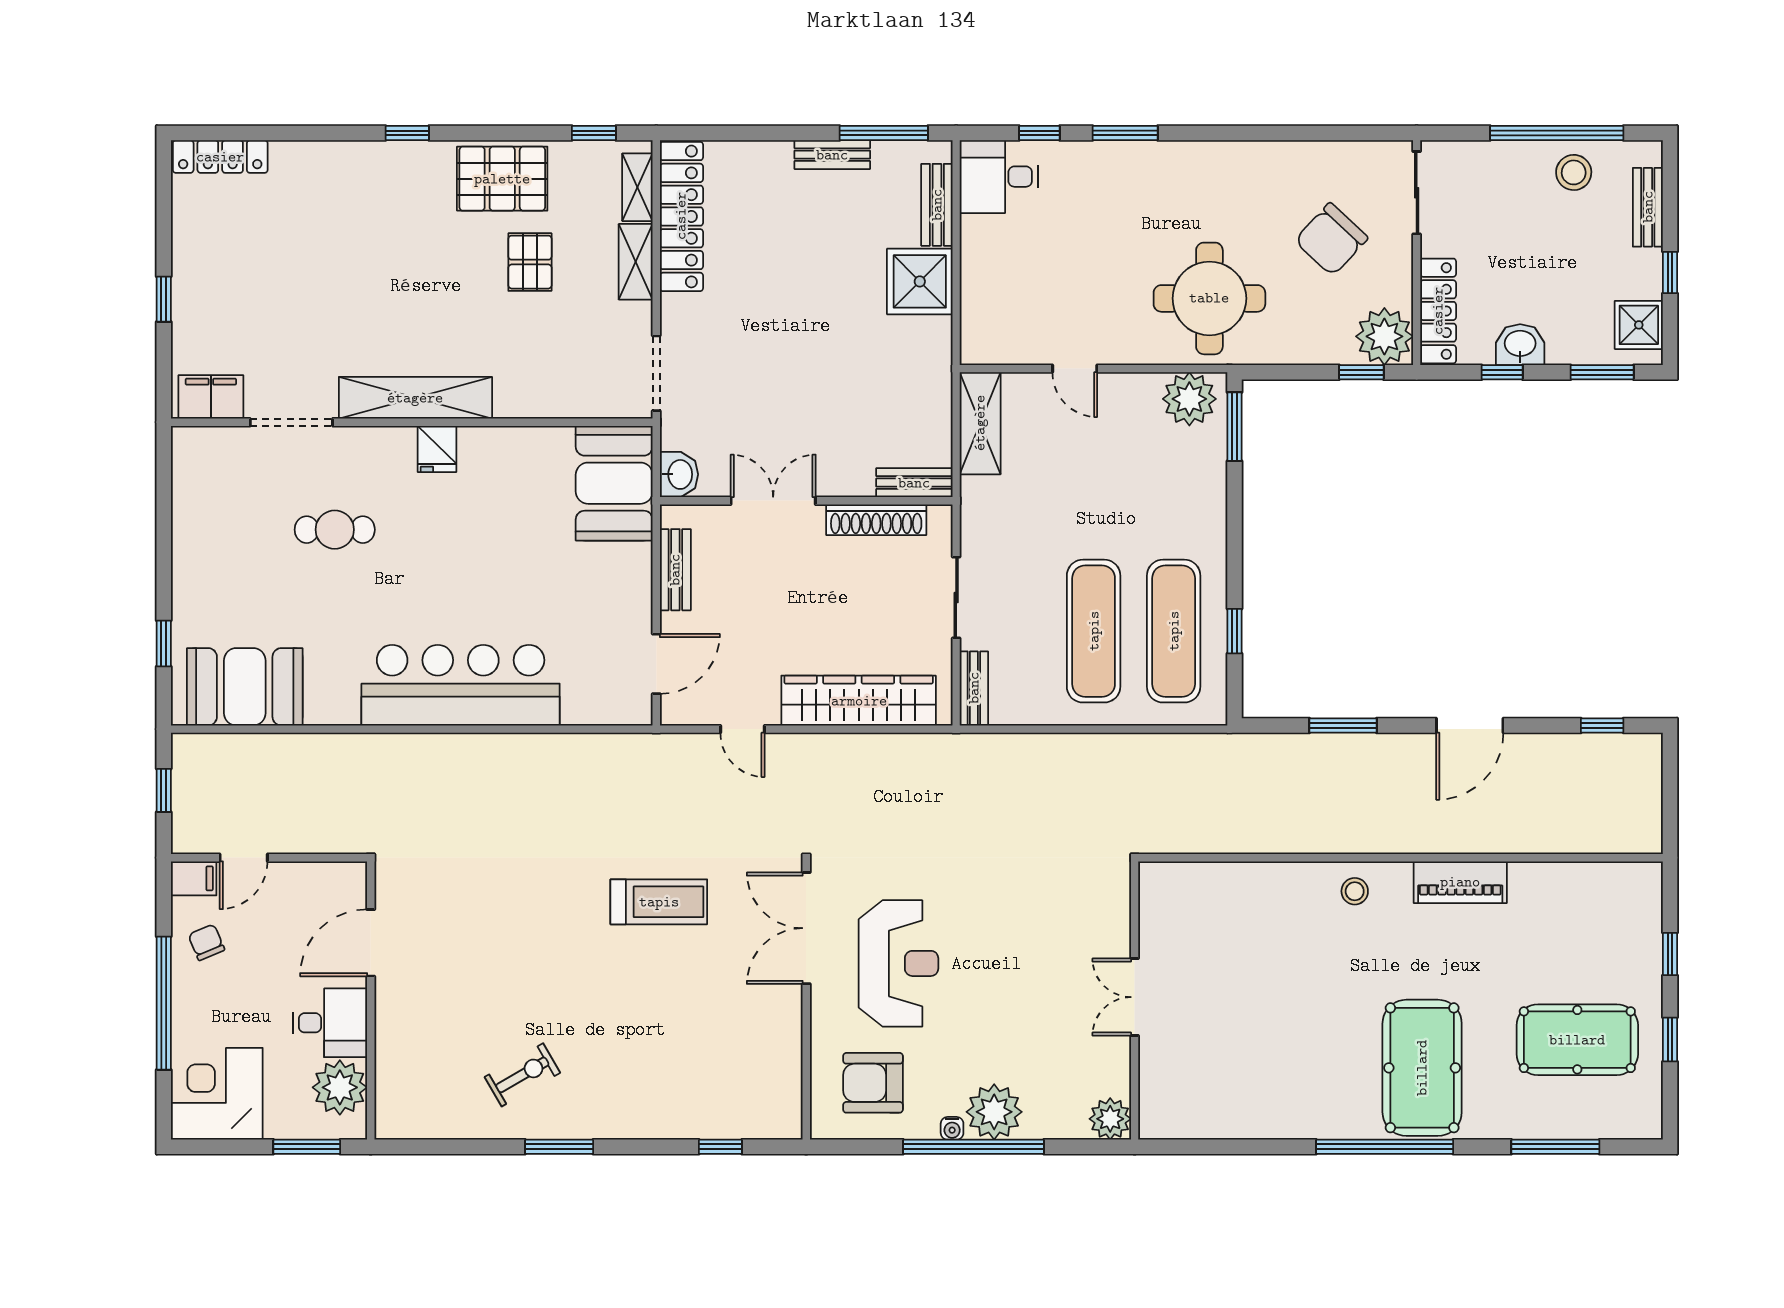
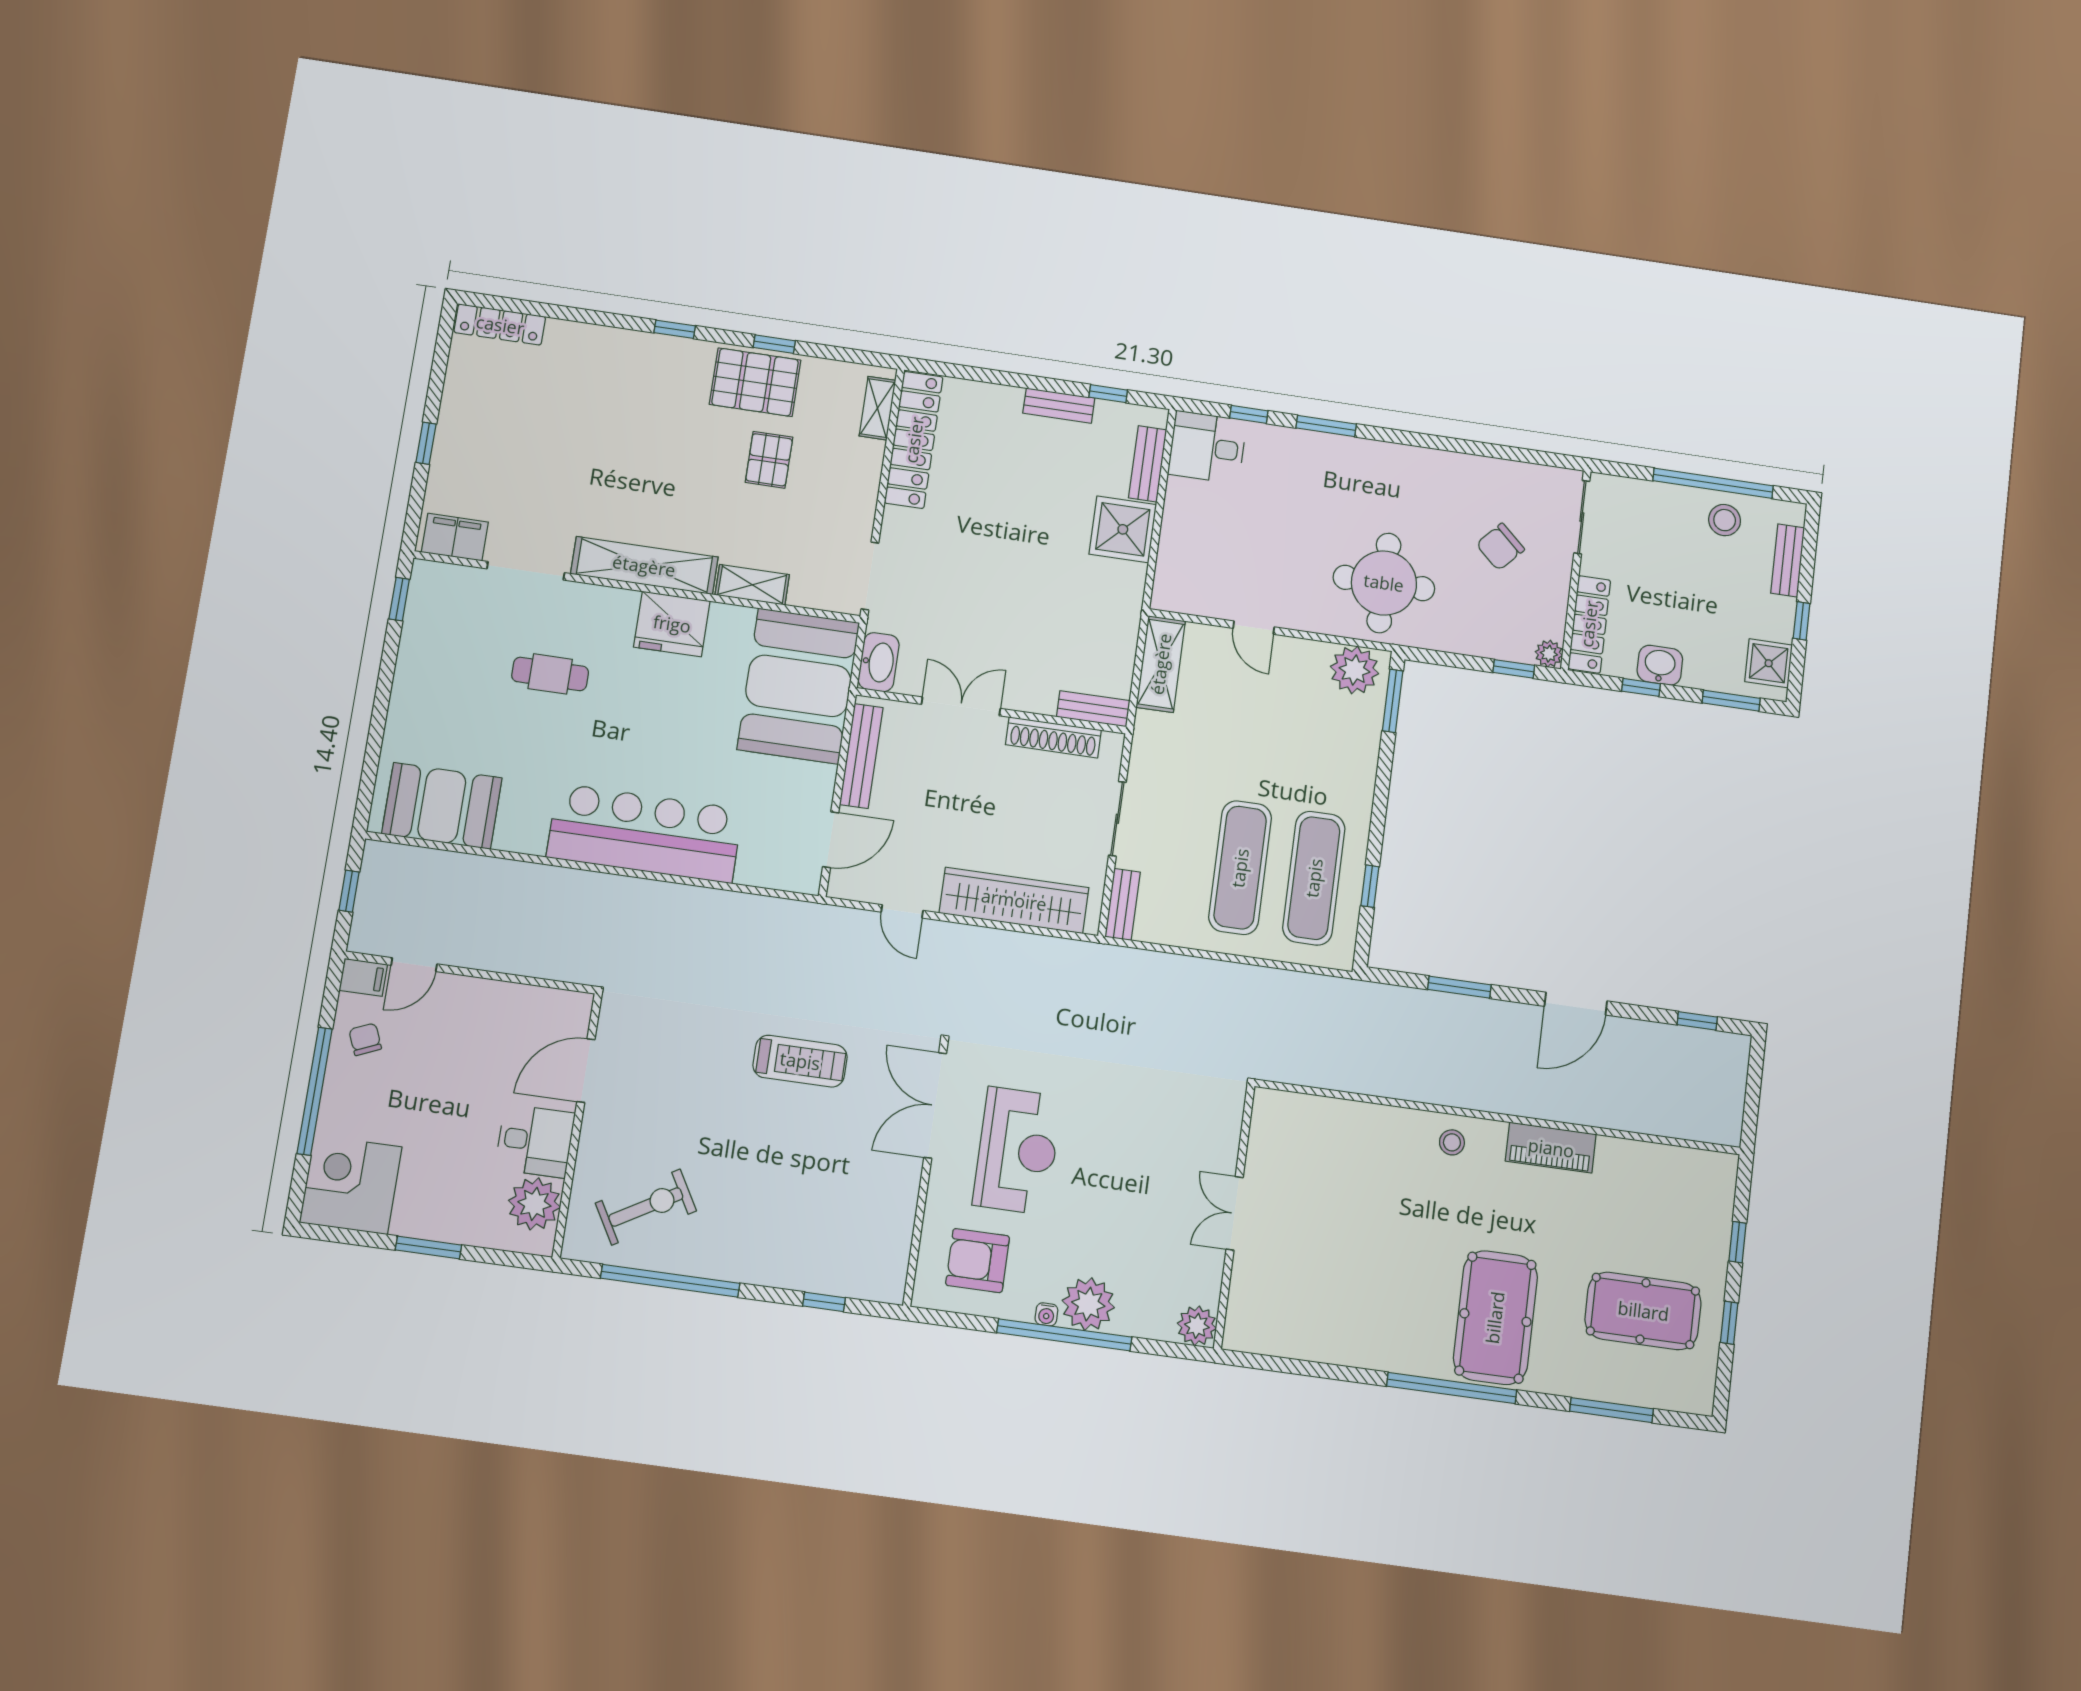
window: (594, 133) -> (774, 344), moved
window: (884, 133) -> (1108, 394), width x0.46
chair: (1331, 239) -> (1500, 547), width x0.73, depth x0.73
shelving: (636, 262) -> (752, 585), moved, turned 90
plant: (1384, 336) -> (1549, 654), width x0.53, depth x0.53
fridge: (437, 449) -> (672, 624), width x1.88, depth x1.34
washbasin: (679, 474) -> (879, 662), width x1.38
booth: (614, 483) -> (798, 686), width x1.36, depth x1.42
bench: (675, 570) -> (861, 756), width x1.36
window: (164, 643) -> (399, 599), moved
door: (371, 943) -> (586, 1071), moved
wall: (371, 1000) -> (577, 1125), moved
desk: (330, 1023) -> (535, 1141), moved
exercise bike: (522, 1075) -> (646, 1207), width x1.38, depth x1.39
plant: (340, 1087) -> (534, 1204), moved
window: (559, 1147) -> (670, 1281), width x2.11

